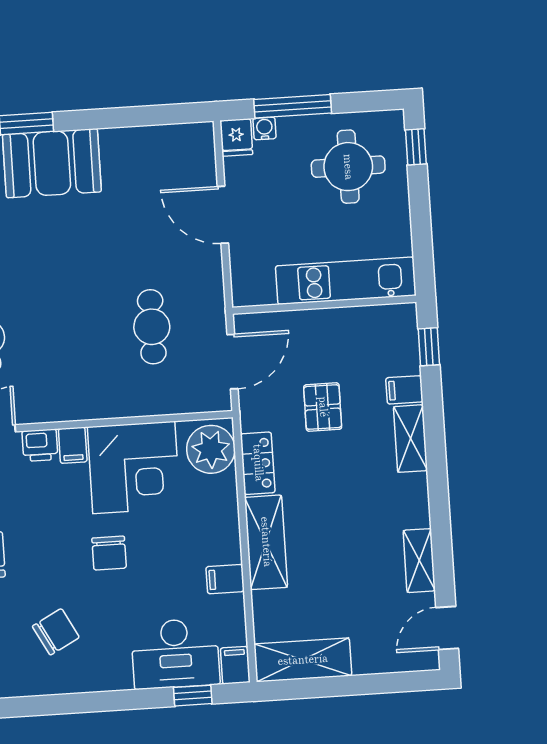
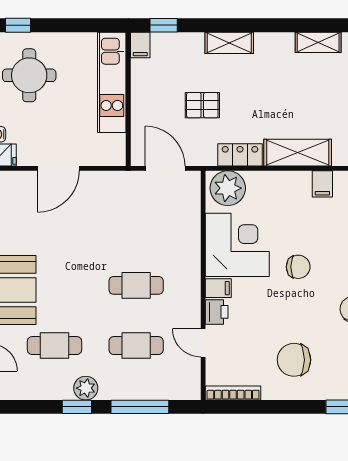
cafe table: (152, 327) -> (136, 285), moved
filing cabinet: (404, 390) -> (140, 45), moved

